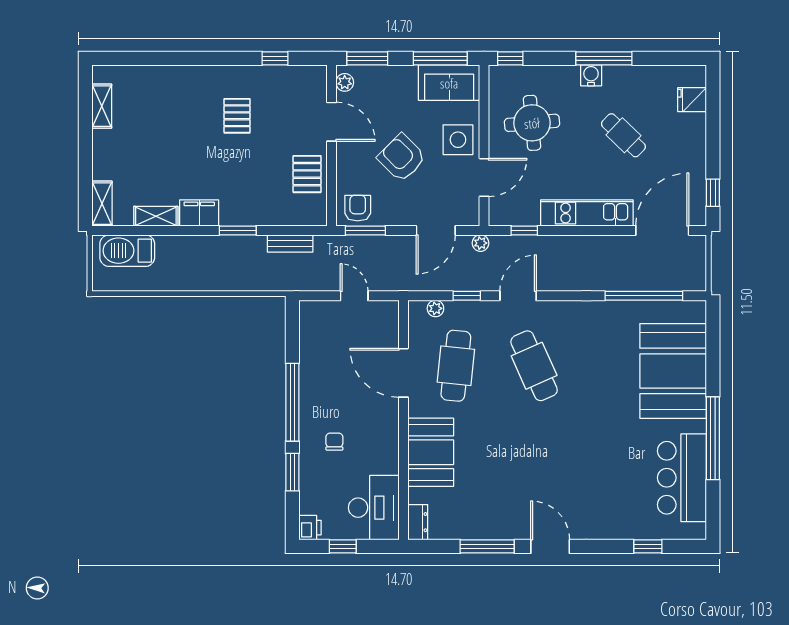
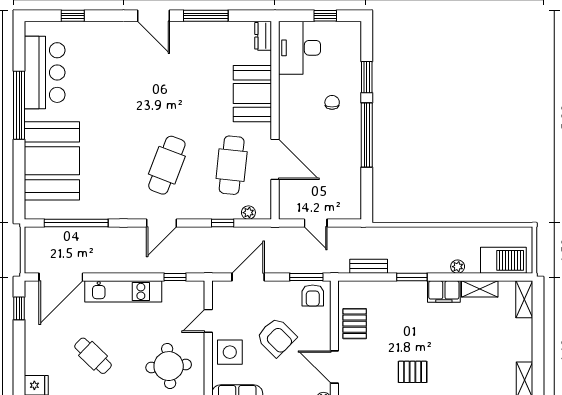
pallet: (237, 116) -> (413, 372), turned 90
door: (484, 177) -> (208, 321), width x0.73
plant: (480, 243) -> (458, 267), moved
door: (518, 296) -> (161, 223), moved
cafe table: (534, 366) -> (167, 165), turned 45
chair: (334, 442) -> (332, 102), turned 180
printer: (310, 528) -> (352, 31), removed

